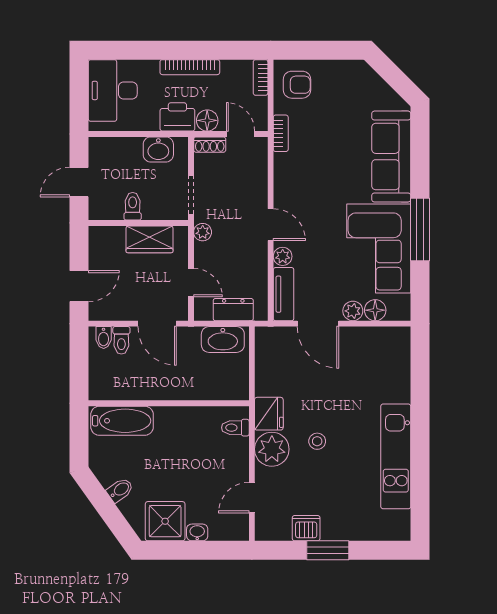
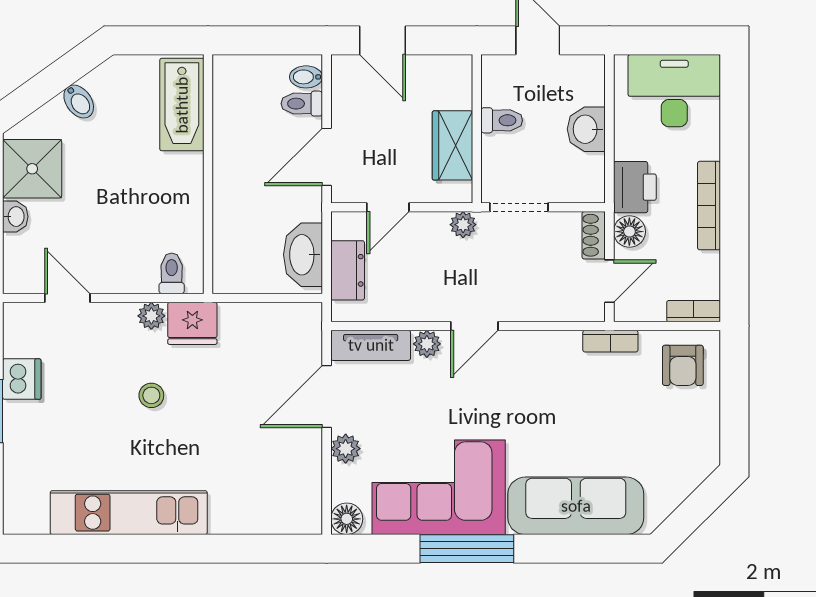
washbasin: (158, 149) -> (586, 129), moved
floor lamp: (375, 310) -> (347, 519), moved
plant: (272, 449) -> (151, 316), width x0.53, depth x0.53

